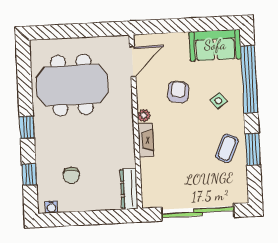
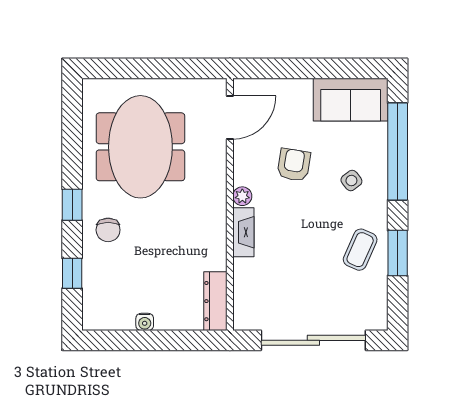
meeting table: (72, 85) -> (140, 147), turned 90
chair: (71, 175) -> (108, 230), moved
water cooler: (51, 207) -> (145, 322), moved

